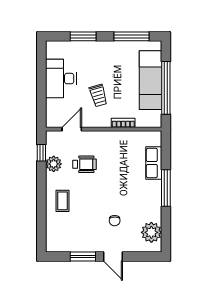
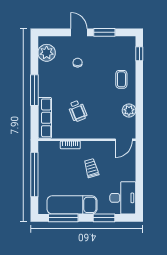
desk: (61, 79) -> (123, 198), moved
exam couch: (151, 80) -> (72, 205), moved, turned -90
door: (72, 129) -> (124, 140), moved
window: (41, 153) -> (139, 54), moved
row of seats: (154, 163) -> (45, 118), width x1.48
wheelchair: (84, 164) -> (78, 111), moved, turned -112

